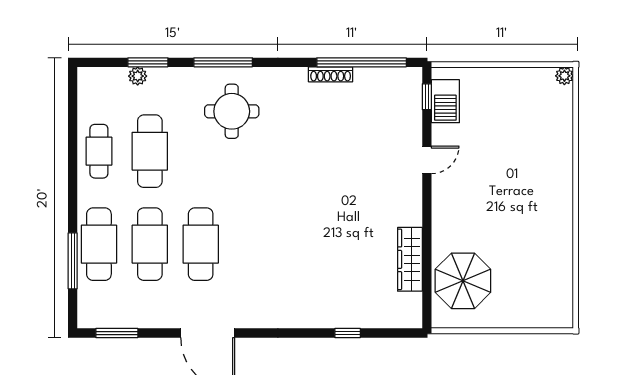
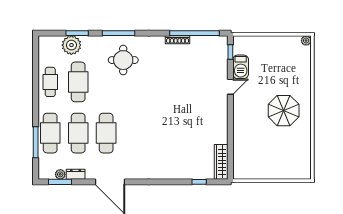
plant: (138, 76) -> (71, 45), width x1.87, depth x1.87
barbecue: (445, 101) -> (241, 67), moved
wardrobe: (410, 259) -> (221, 162), moved
parasol: (463, 281) -> (284, 111), moved
plant: (117, 319) -> (60, 174), added
dresser: (145, 319) -> (76, 174), added
window: (348, 333) -> (199, 182), moved

